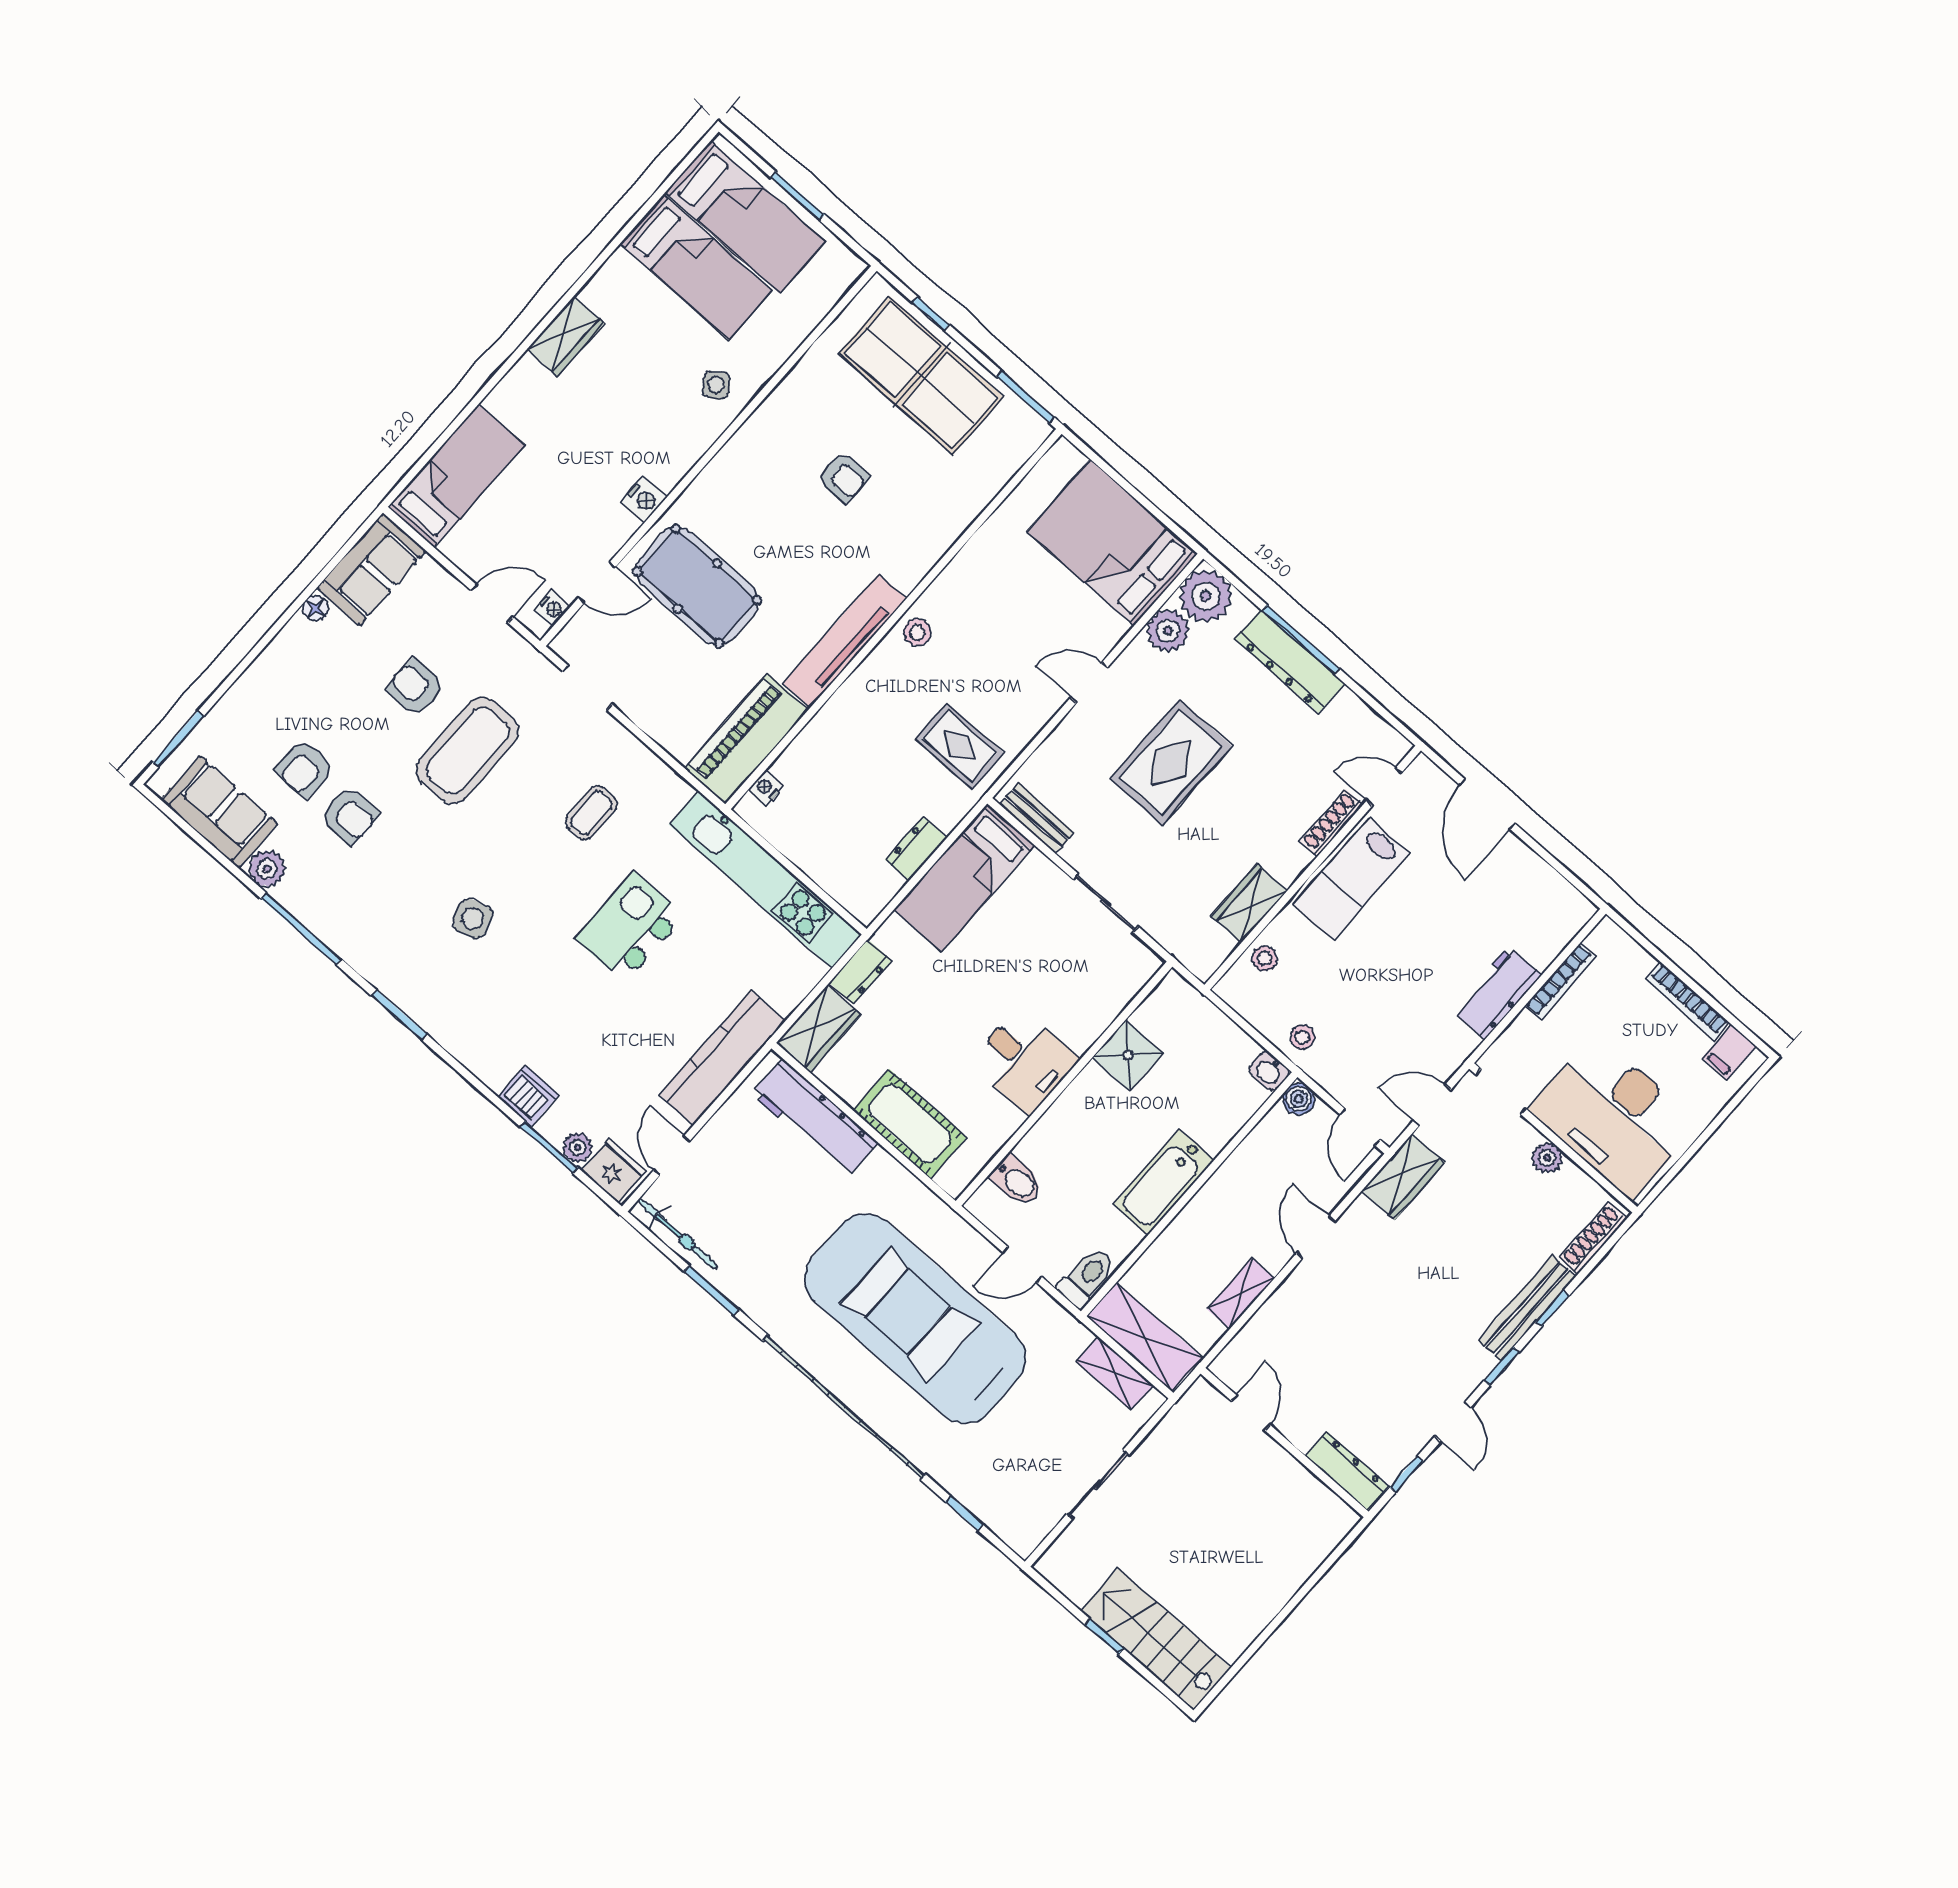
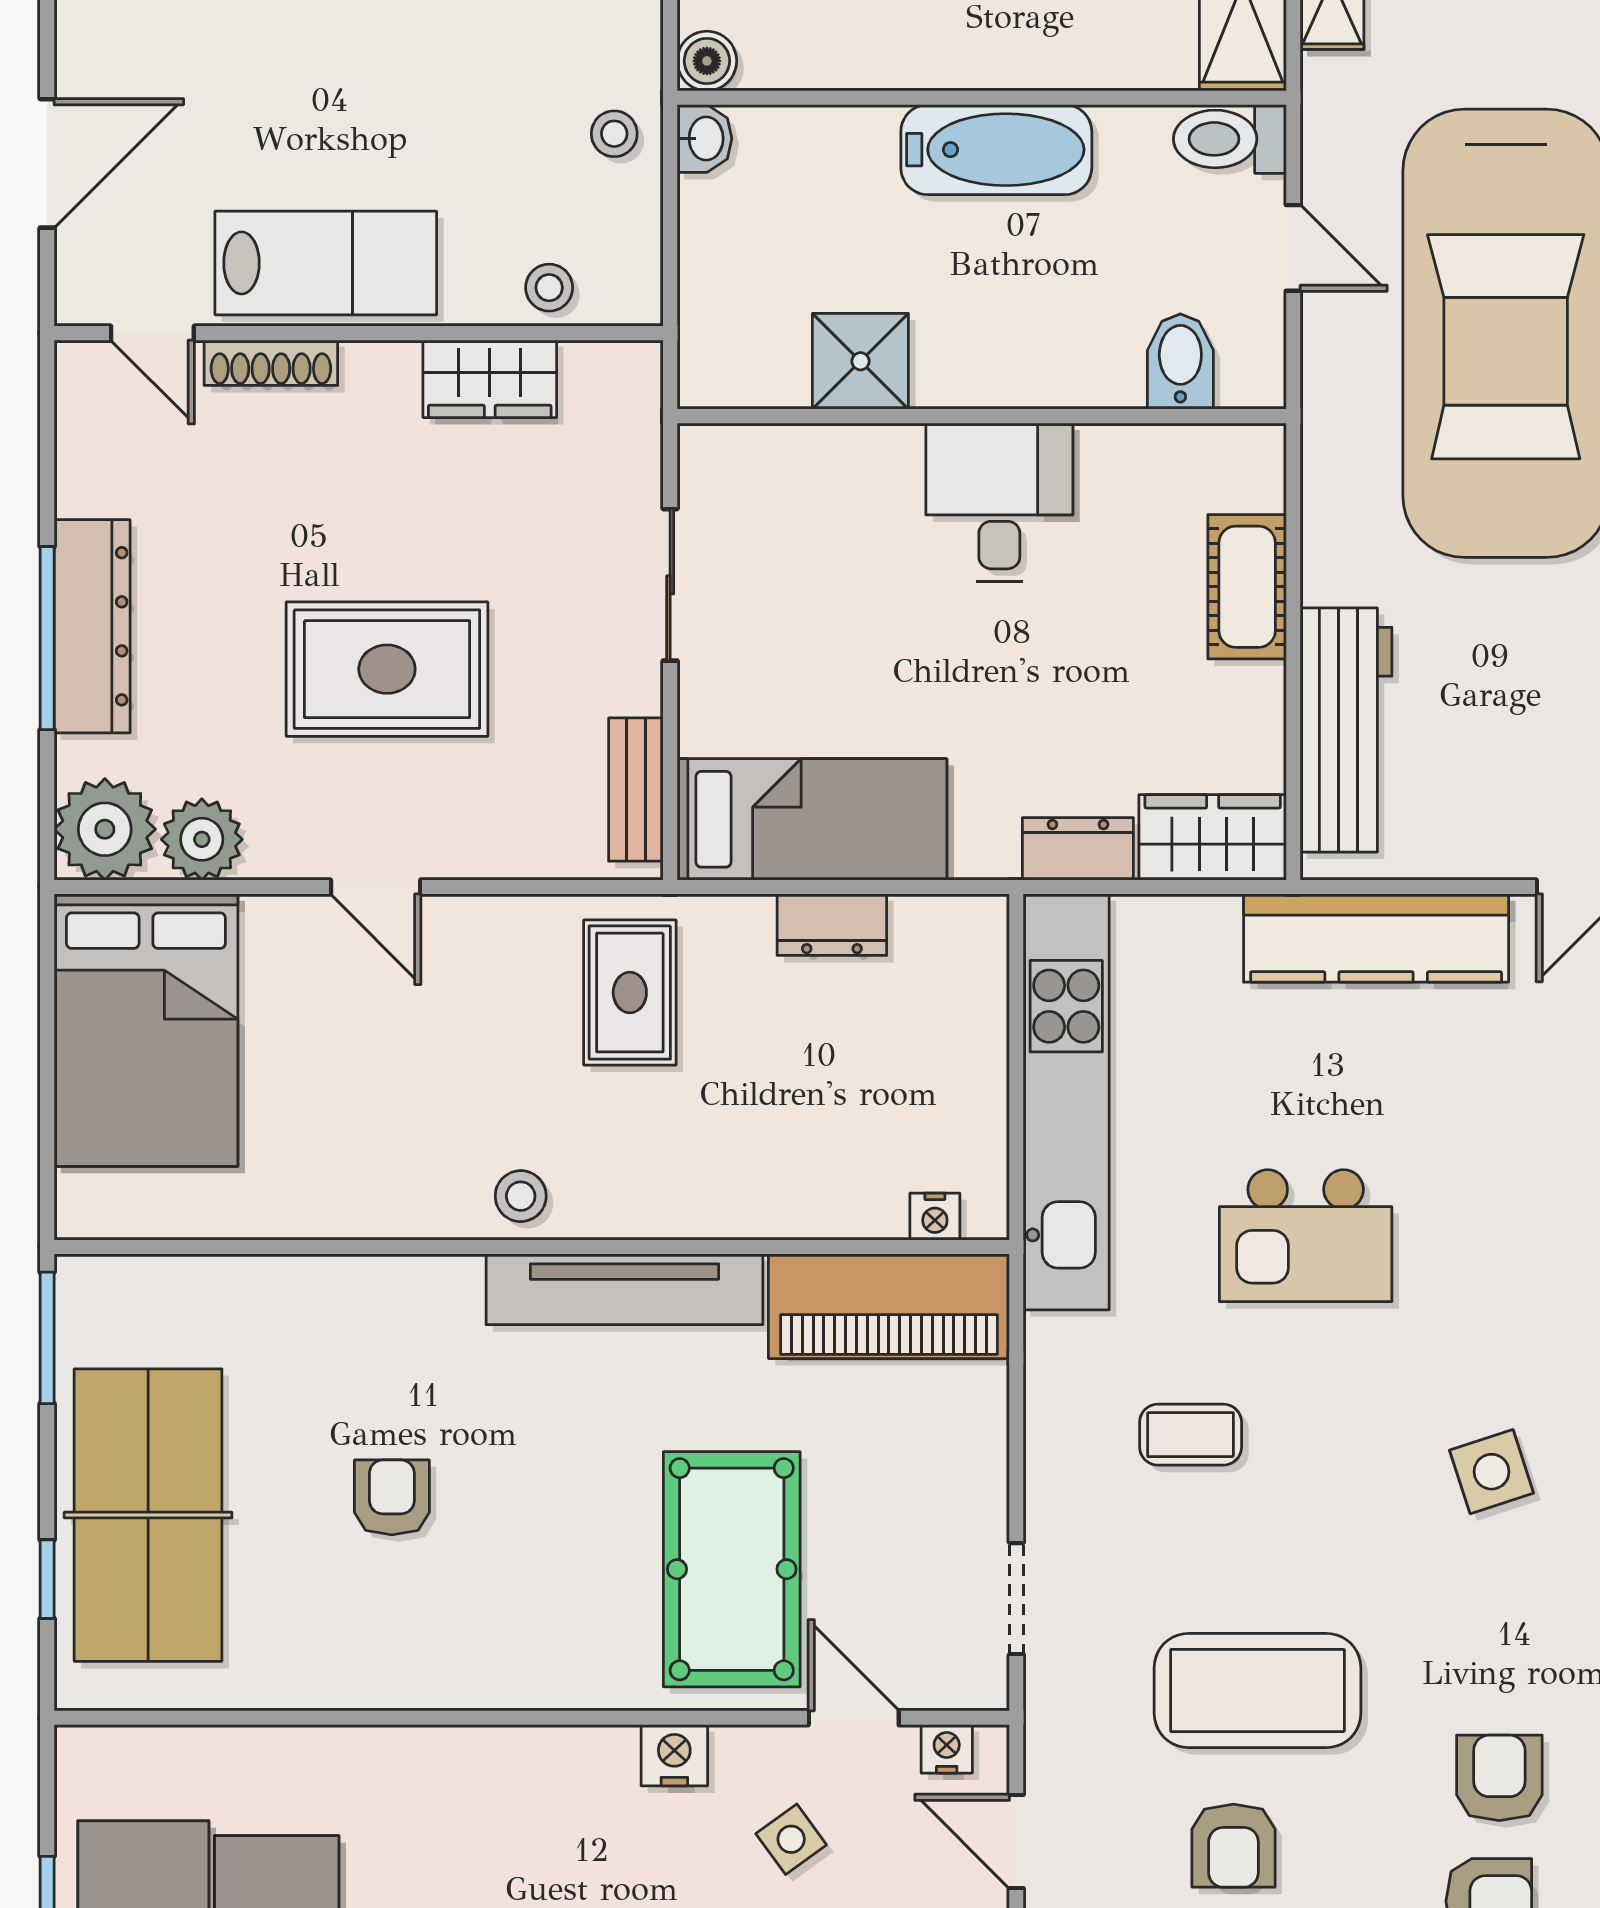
side table: (716, 385) -> (791, 1839), moved
cot: (910, 1124) -> (1247, 587), width x0.73, depth x0.75

